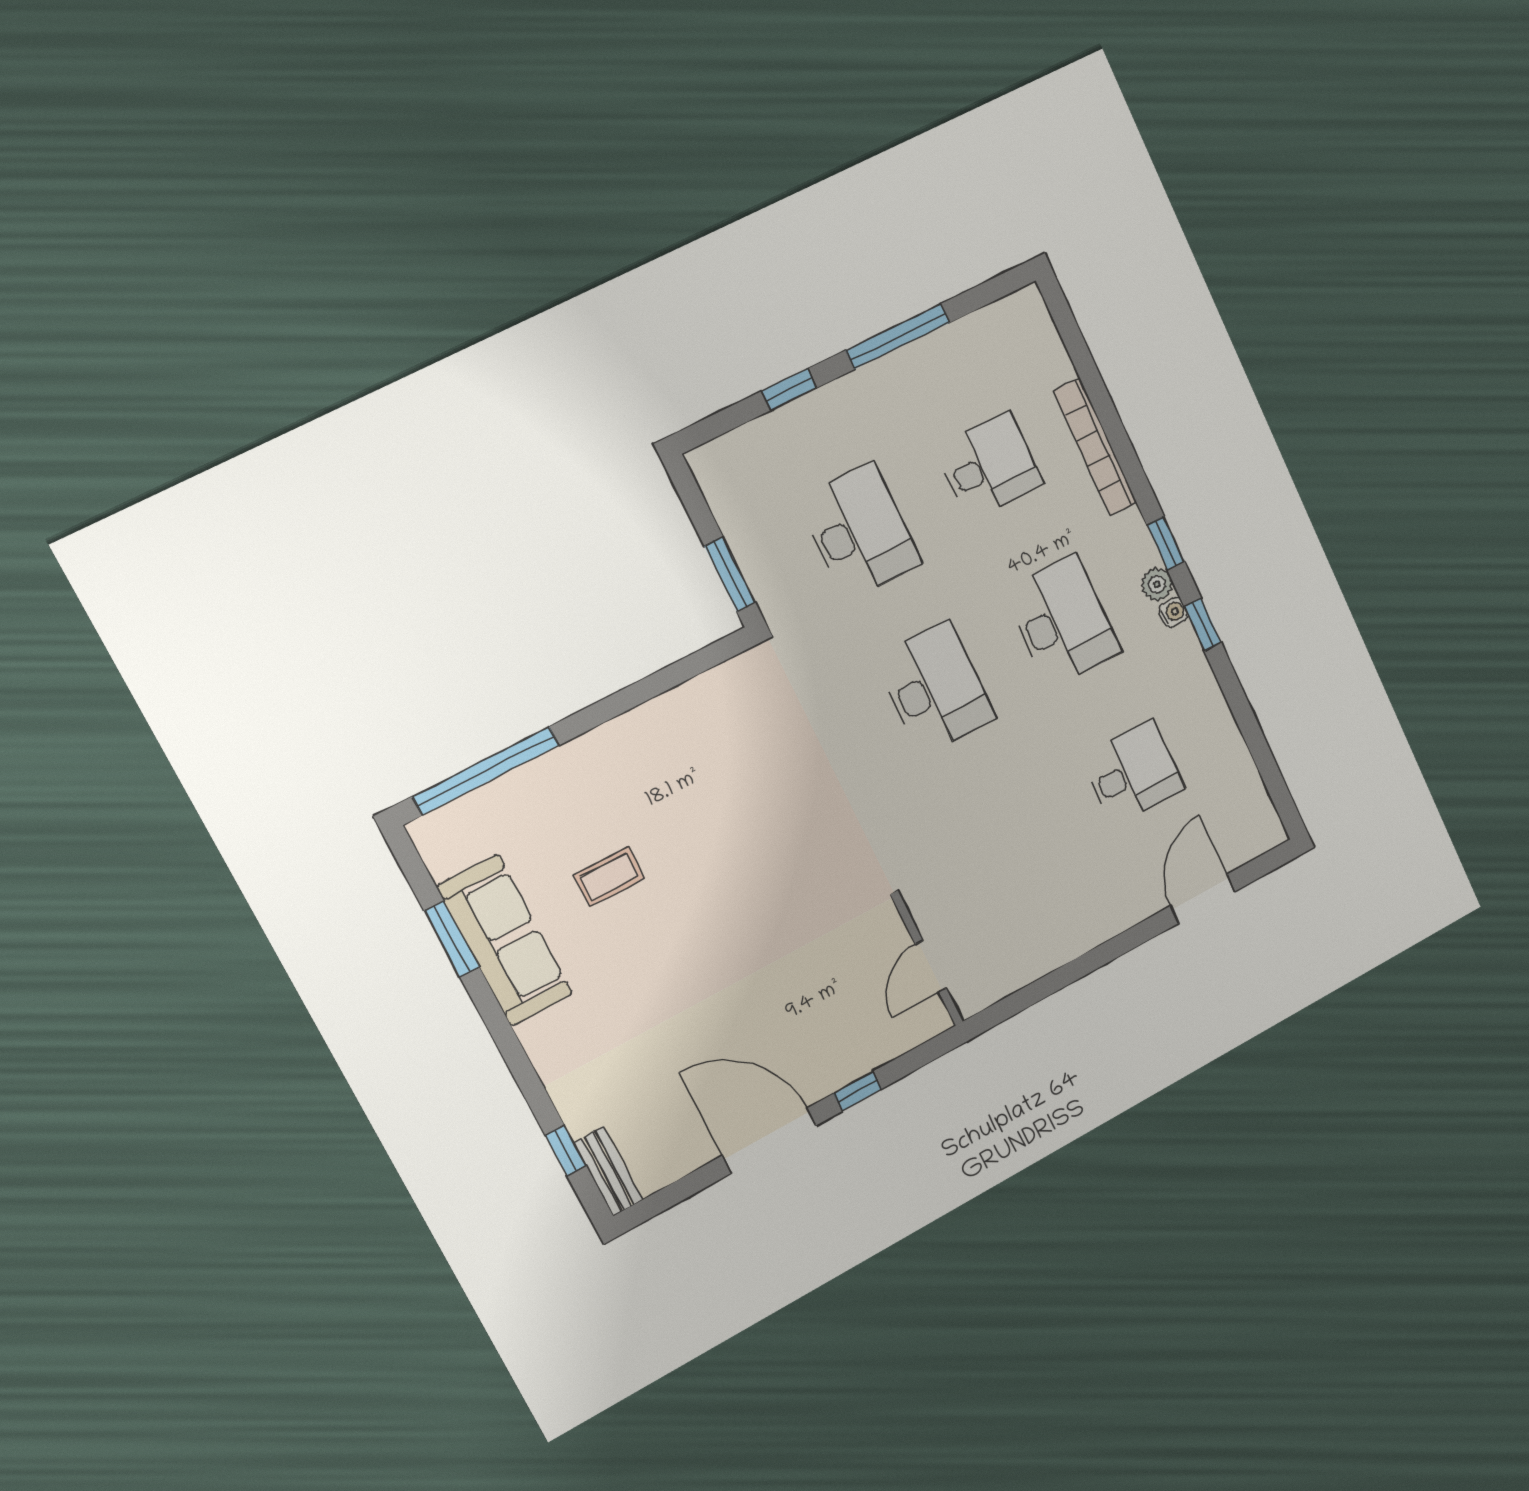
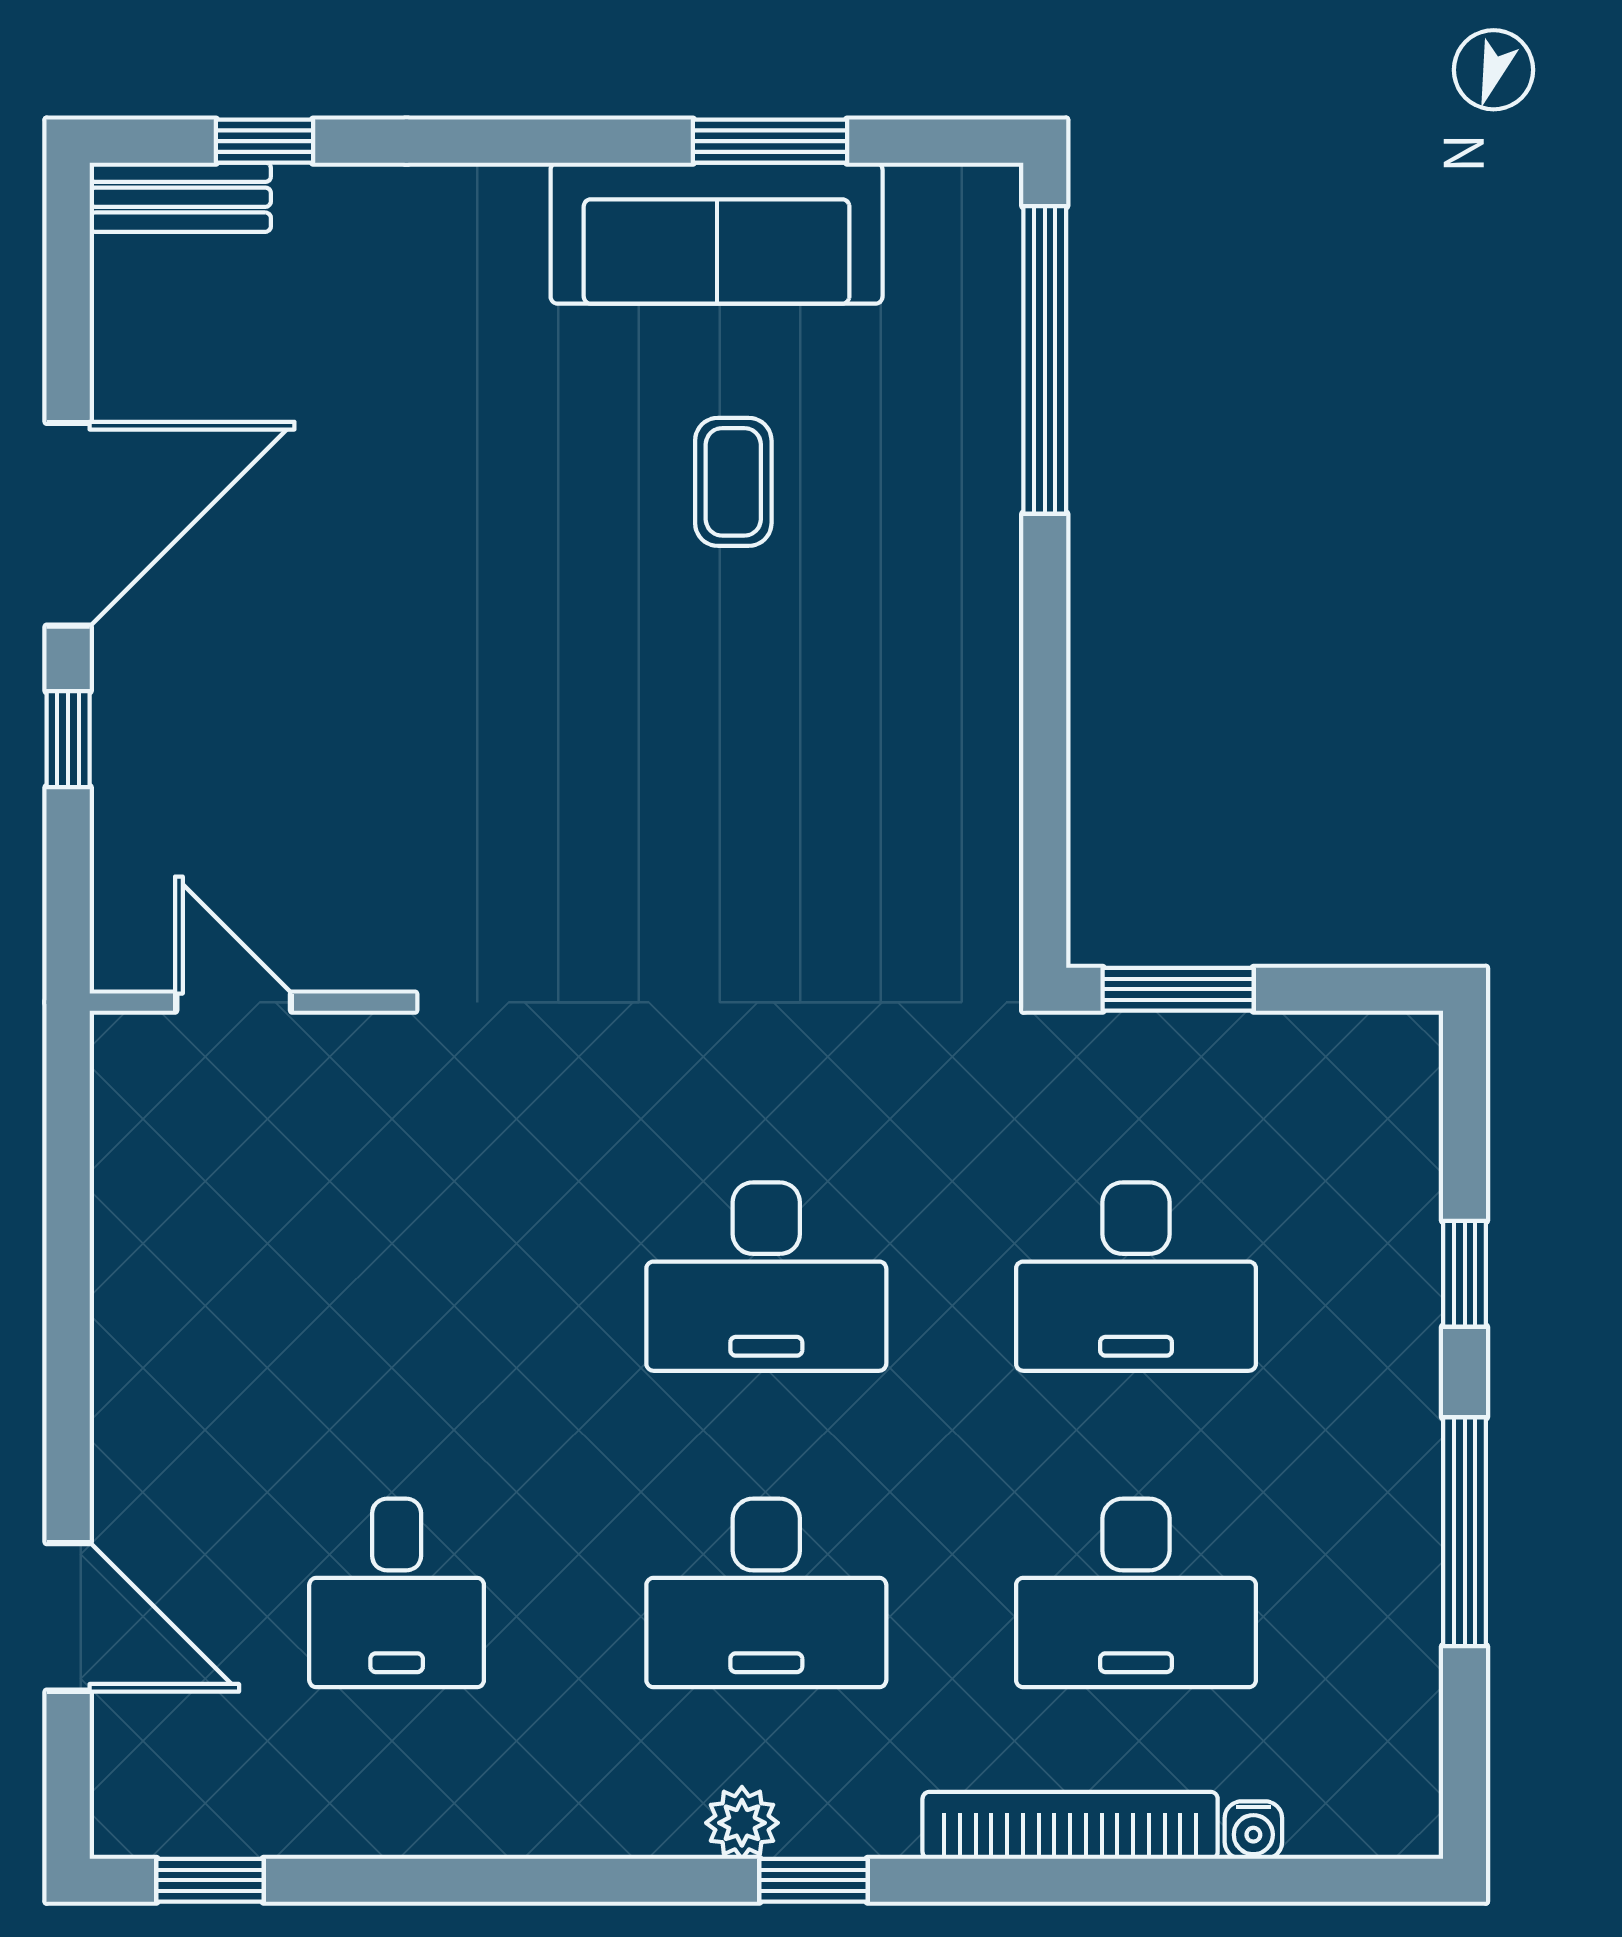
desk: (989, 466) -> (1136, 1593), width x1.37
water cooler: (1173, 612) -> (1253, 1830), moved
window: (1203, 625) -> (210, 1880), moved

